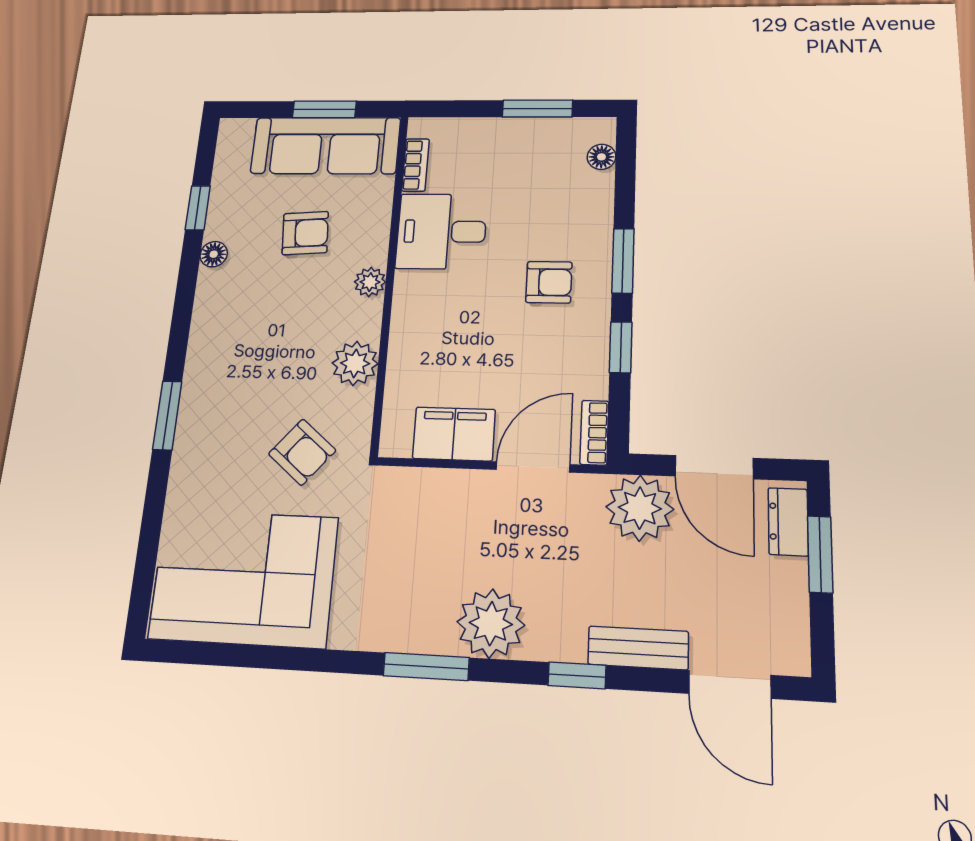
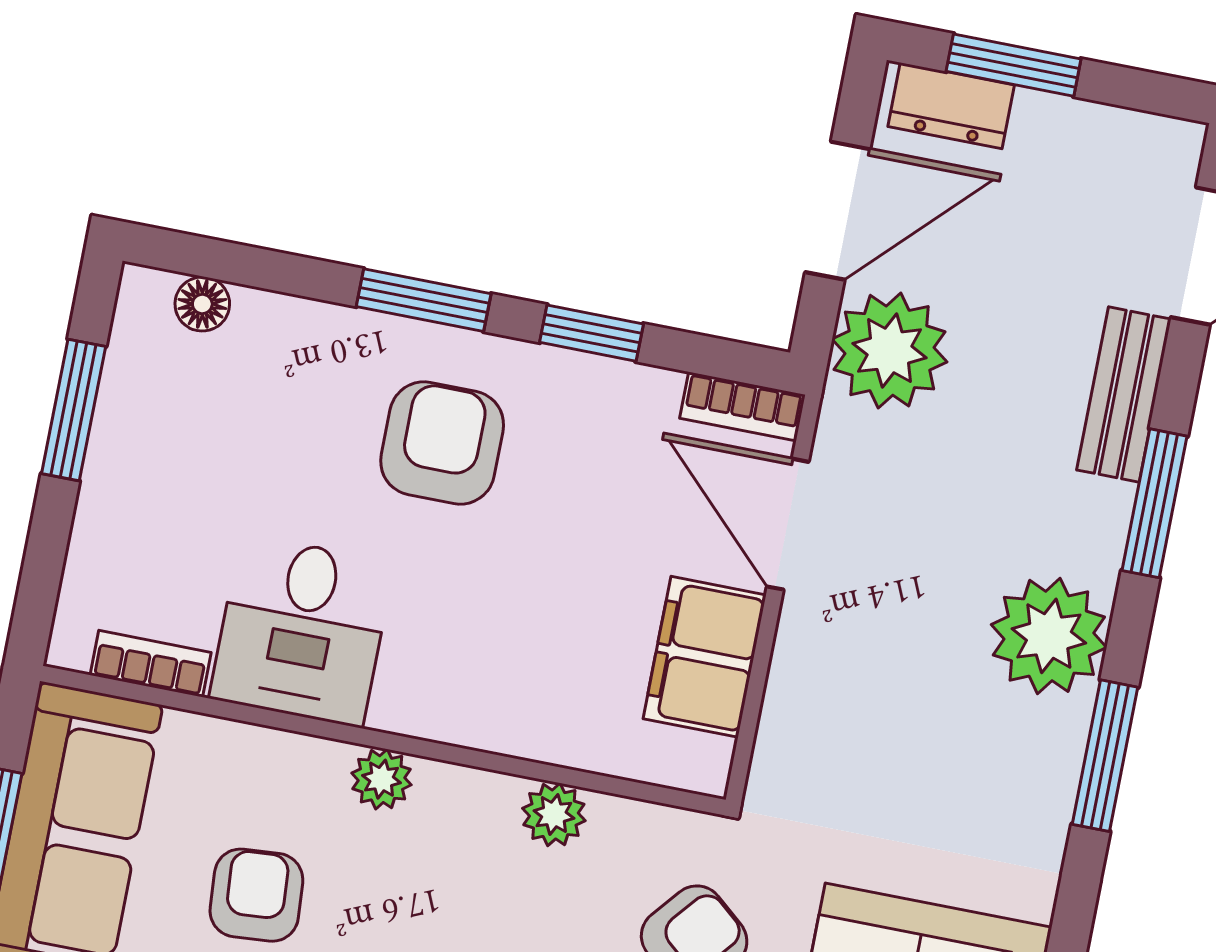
armchair: (549, 282) -> (442, 443), width x1.38, depth x1.38
plant: (355, 363) -> (554, 814), width x0.73, depth x0.73
window: (577, 675) -> (1154, 503), width x1.50

